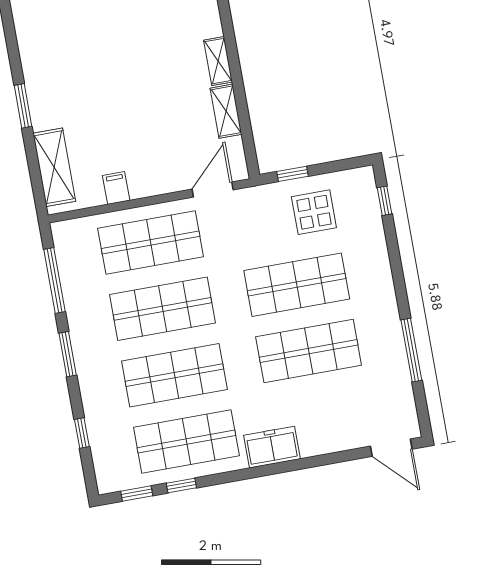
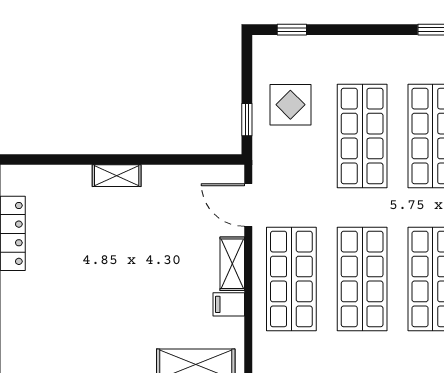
shelving: (226, 111) -> (232, 264), moved, turned 90

